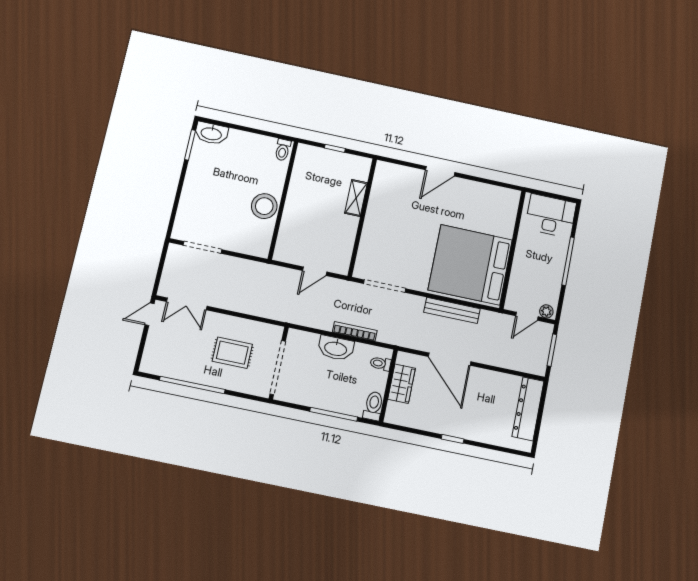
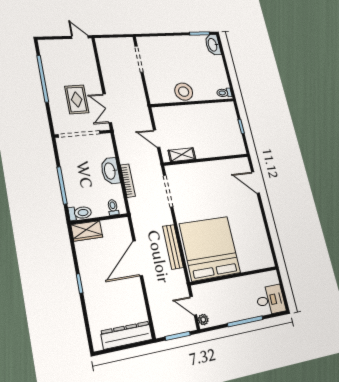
door: (440, 171) -> (255, 182), moved
shelving: (356, 198) -> (182, 155), moved
desk: (551, 216) -> (270, 300), width x0.73
double door: (187, 304) -> (107, 108), moved
wardrobe: (402, 384) -> (87, 231), moved

